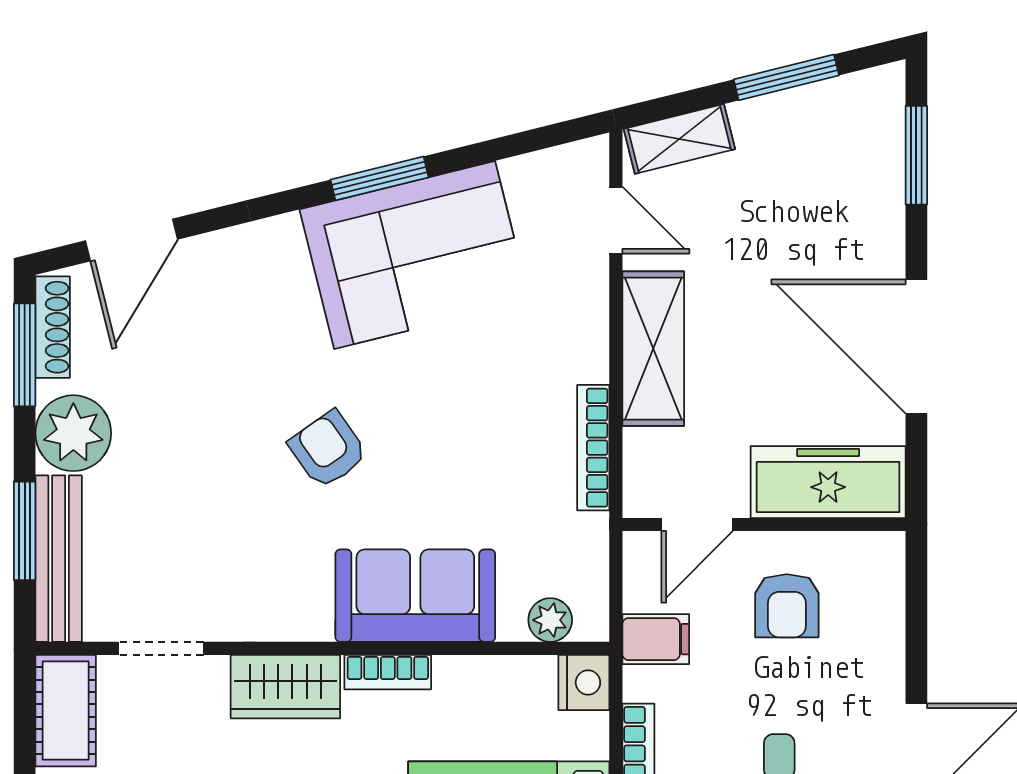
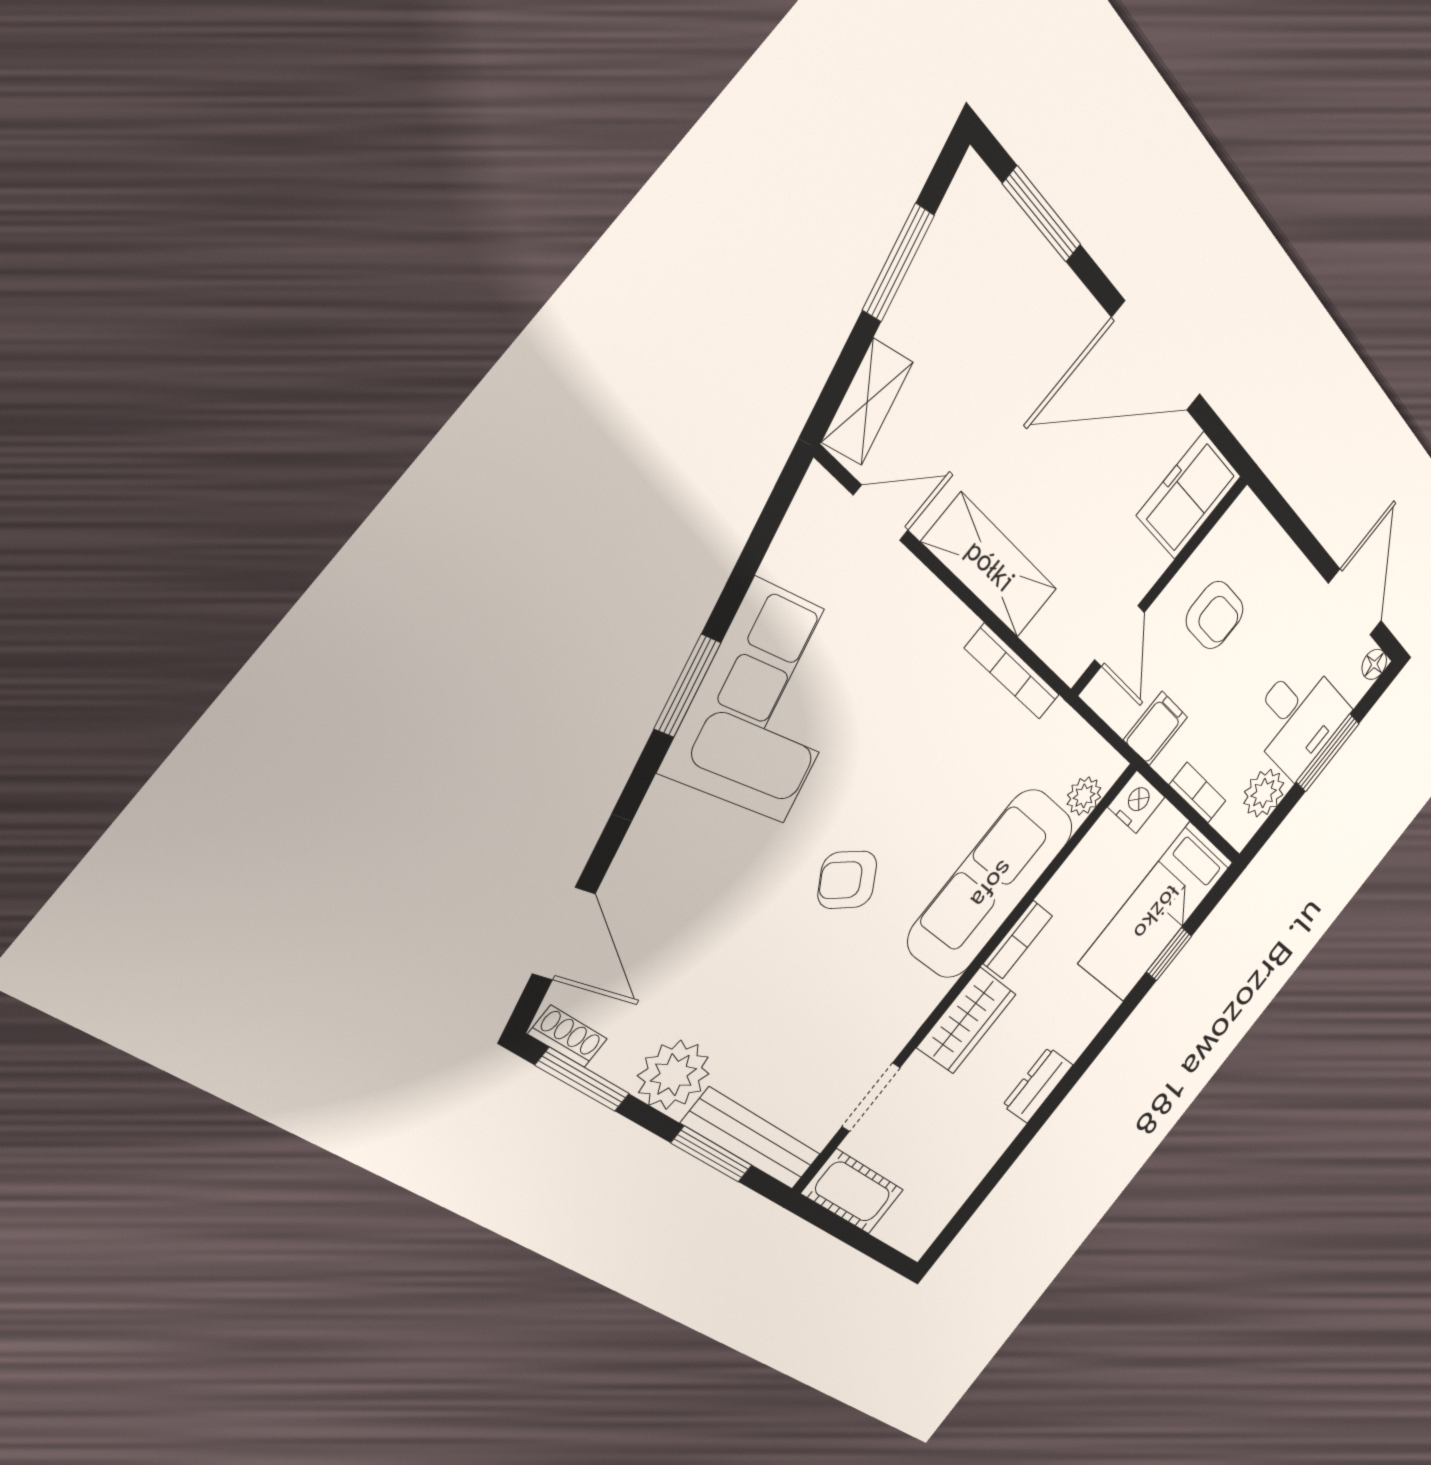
shoe rack: (53, 327) -> (568, 1036), width x0.70
freezer: (828, 482) -> (1189, 496), width x0.71
sofa: (415, 596) -> (991, 884), width x1.36

